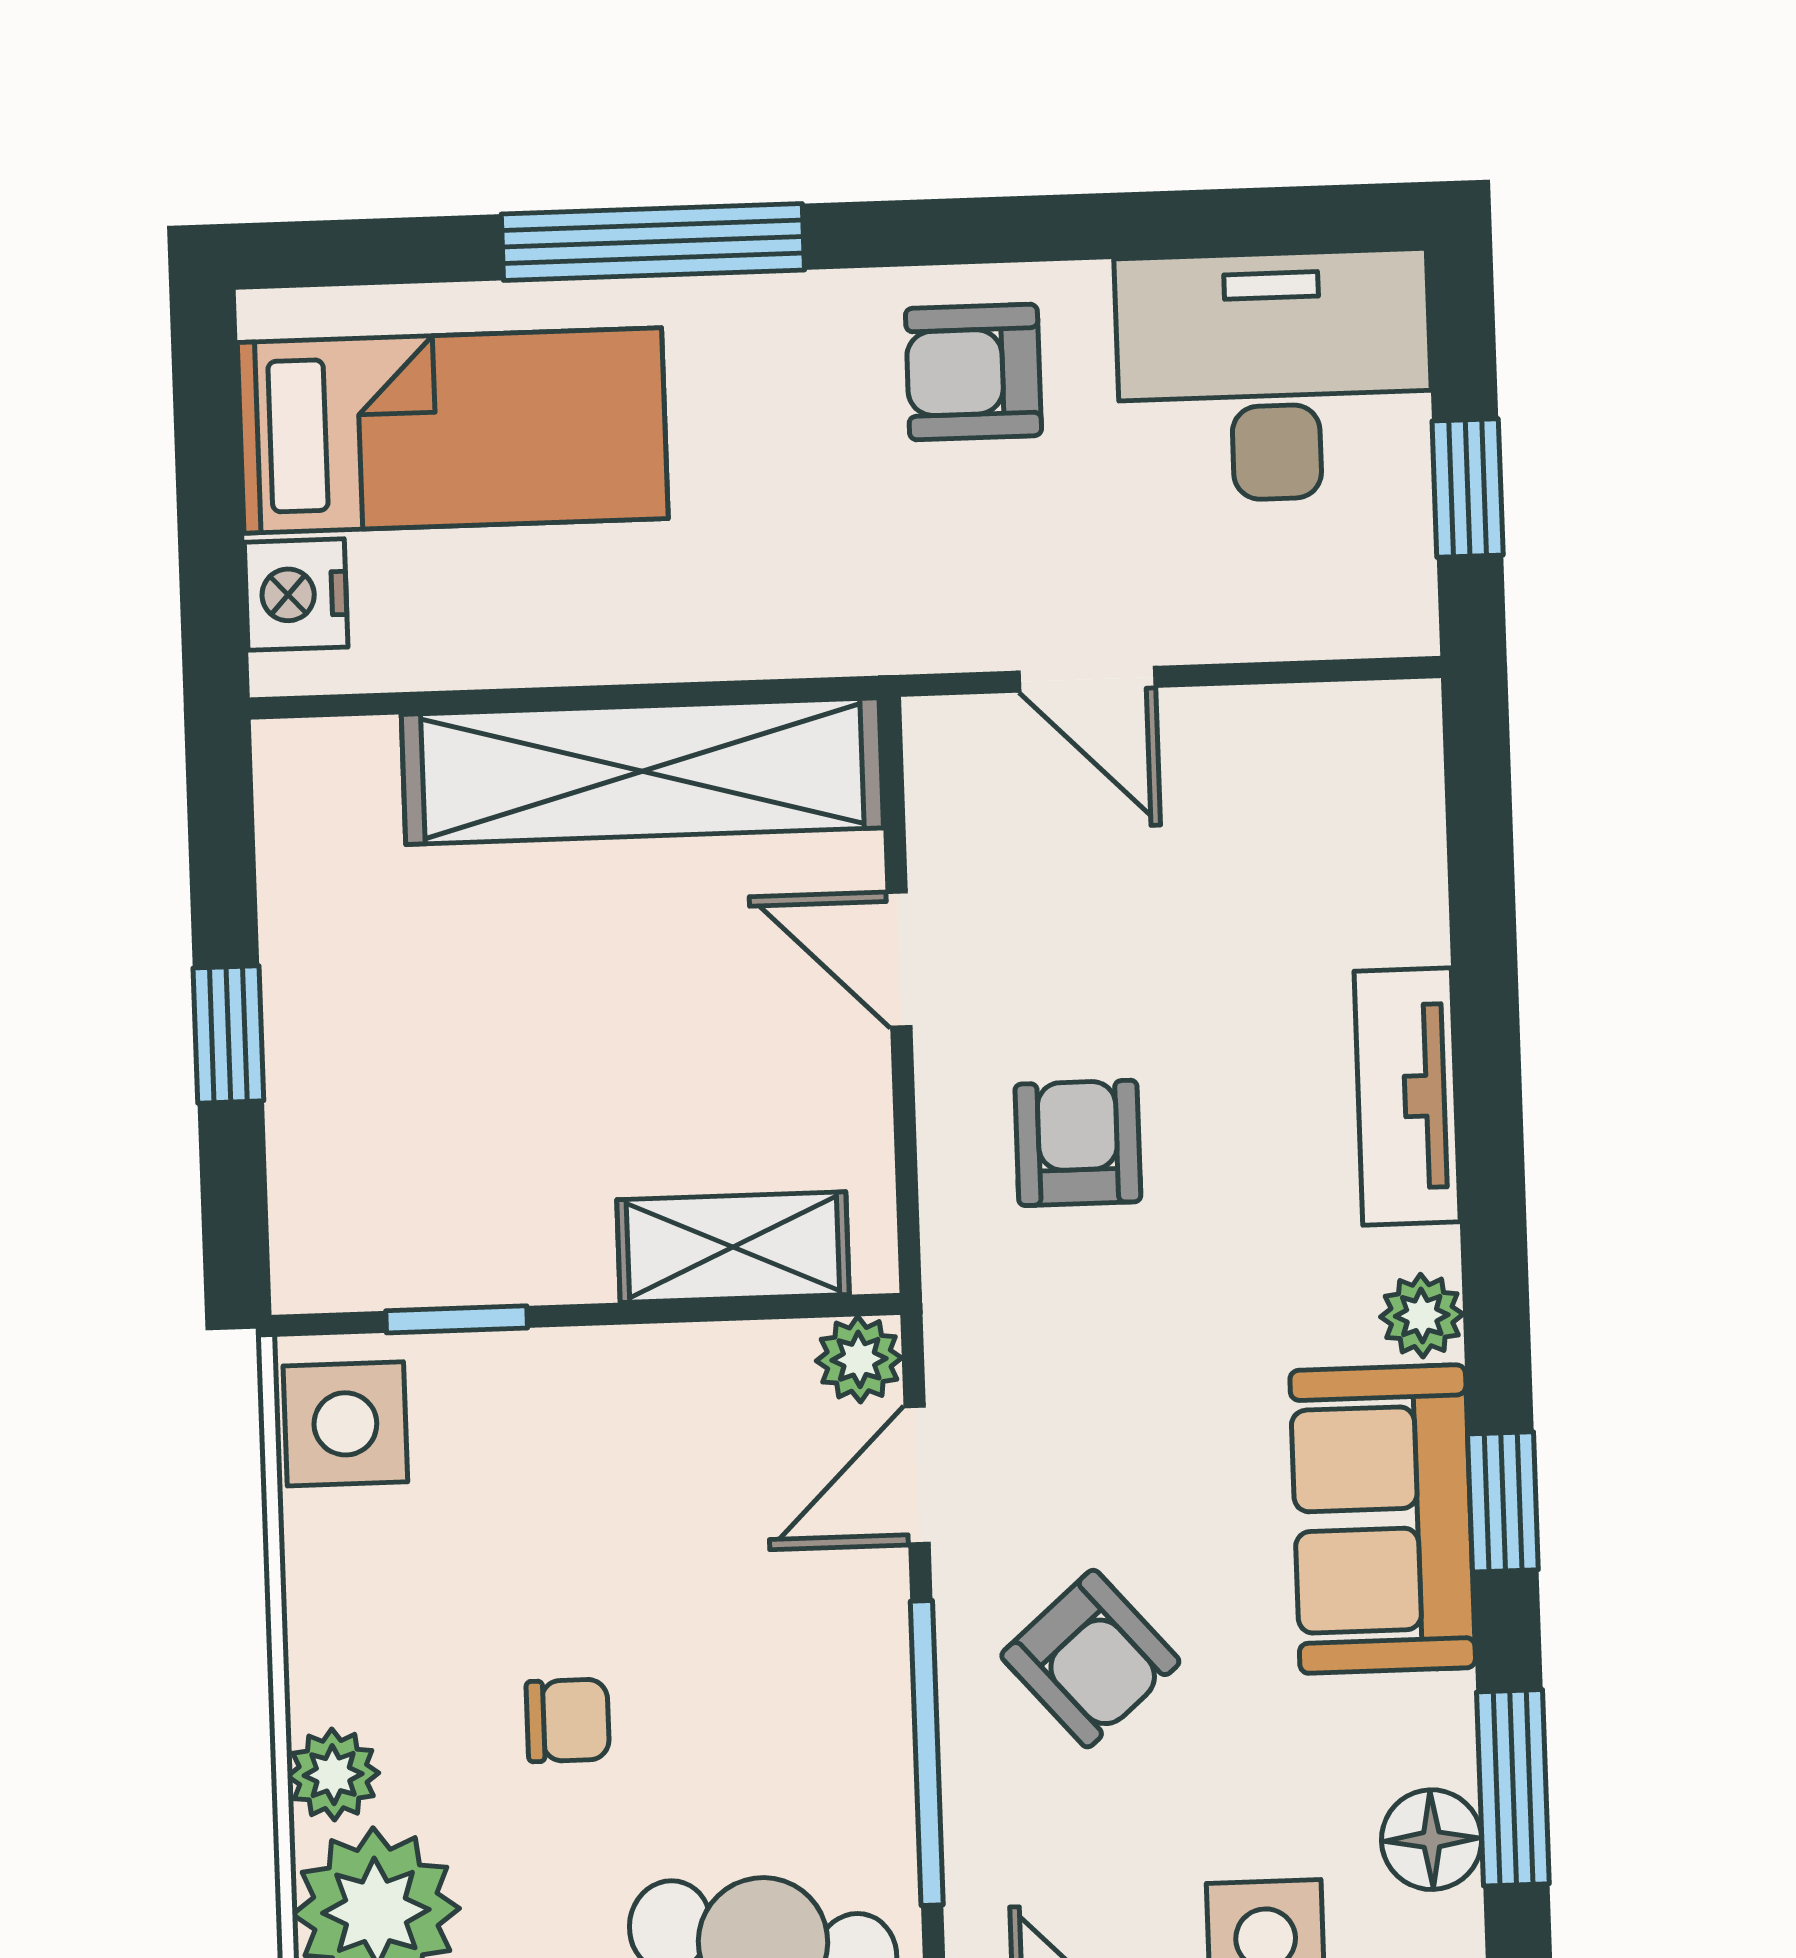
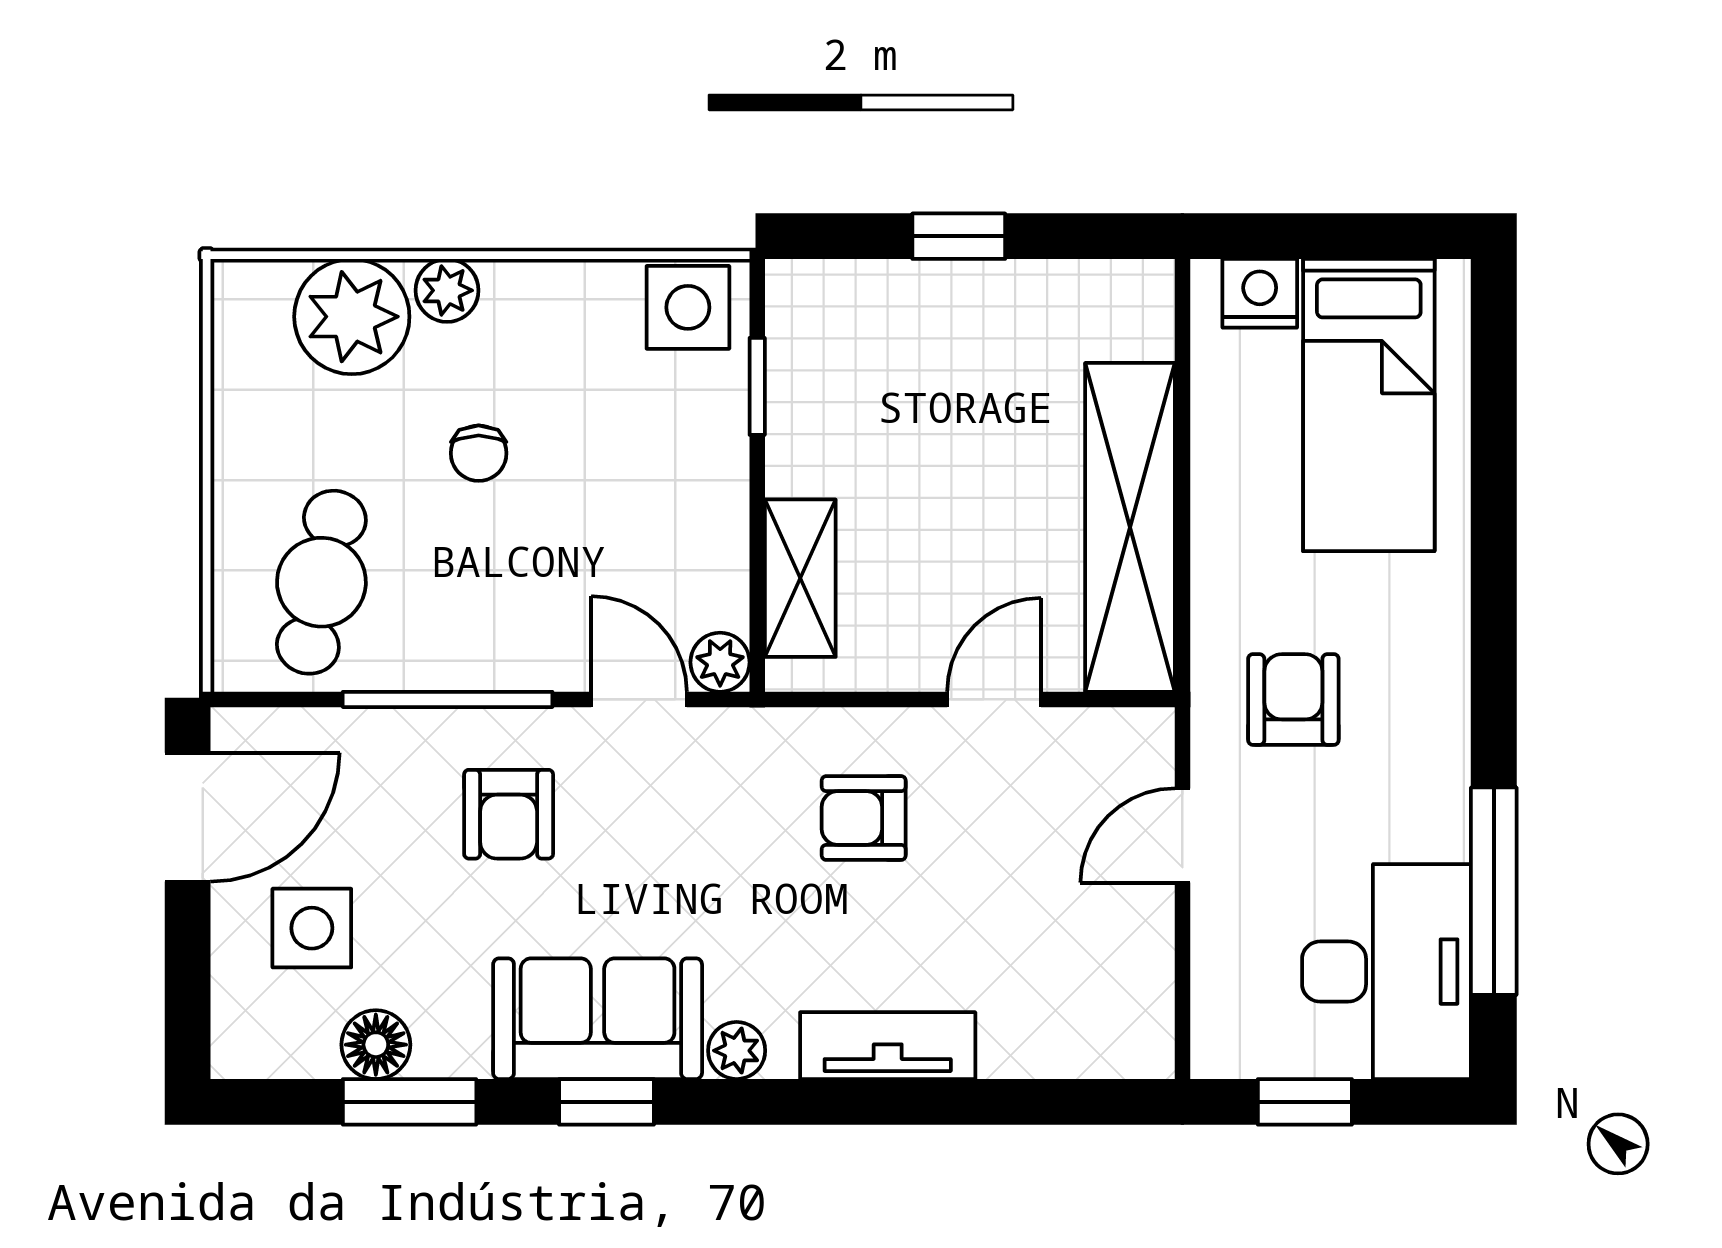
window: (653, 242) -> (1494, 891), moved
armchair: (973, 372) -> (1293, 699), moved
armchair: (1078, 1143) -> (864, 818), turned 180
armchair: (1090, 1659) -> (509, 814), turned -49

